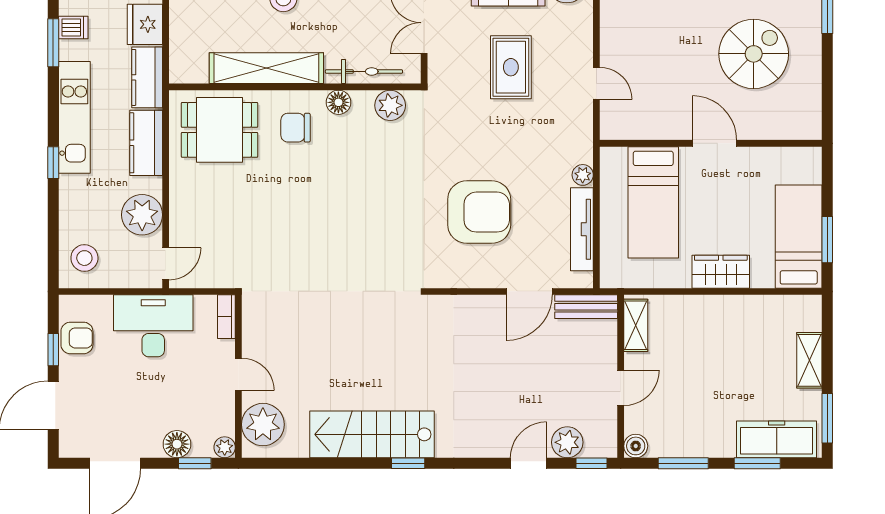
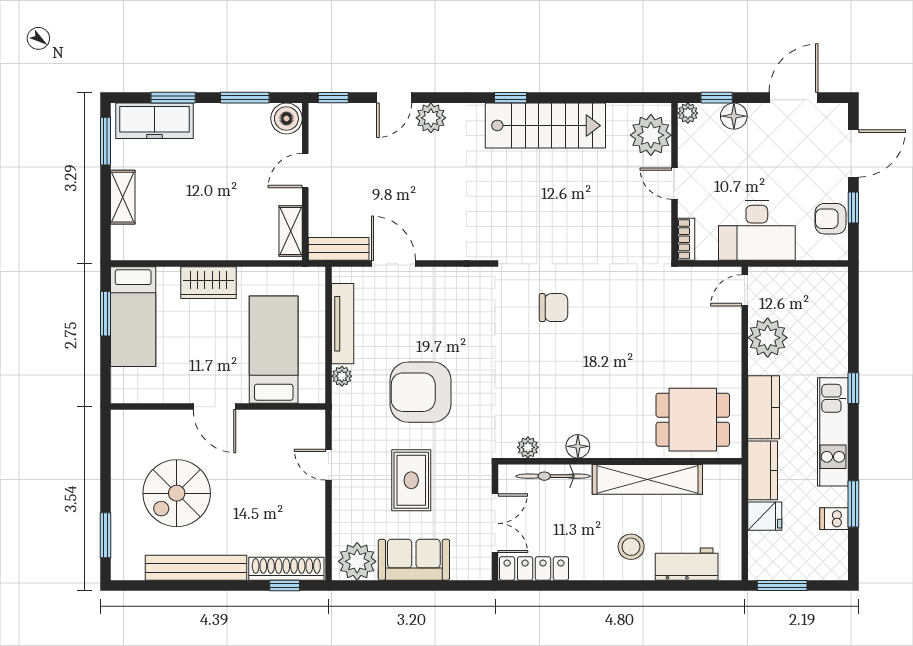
fridge: (145, 24) -> (765, 516), width x0.72
plant: (390, 105) -> (528, 447), width x0.73, depth x0.73
chair: (296, 128) -> (554, 308), moved
armchair: (479, 212) -> (420, 392), moved
stool: (84, 258) -> (823, 296), removed
door: (529, 291) -> (394, 264), hinge flipped
plant: (567, 442) -> (431, 118), moved
boiler: (636, 446) -> (286, 118), width x1.36, depth x1.36

